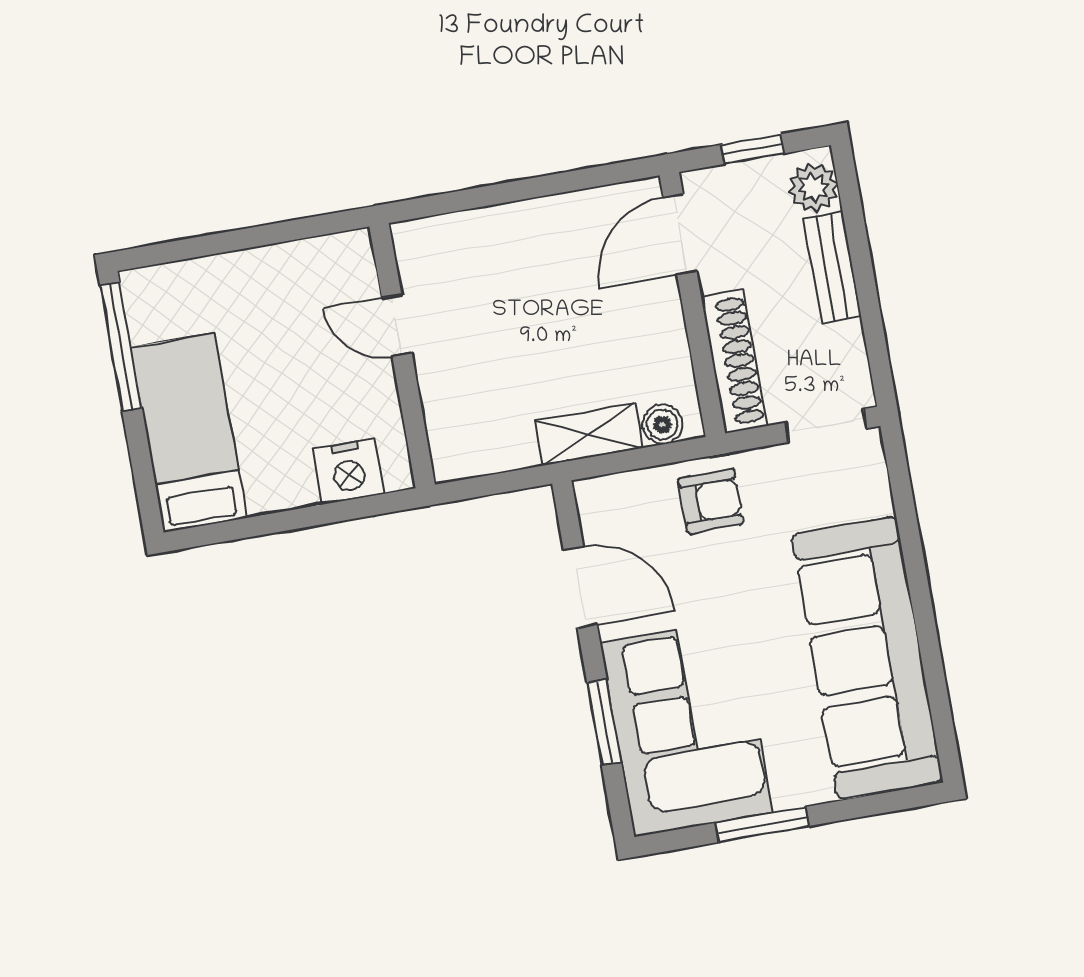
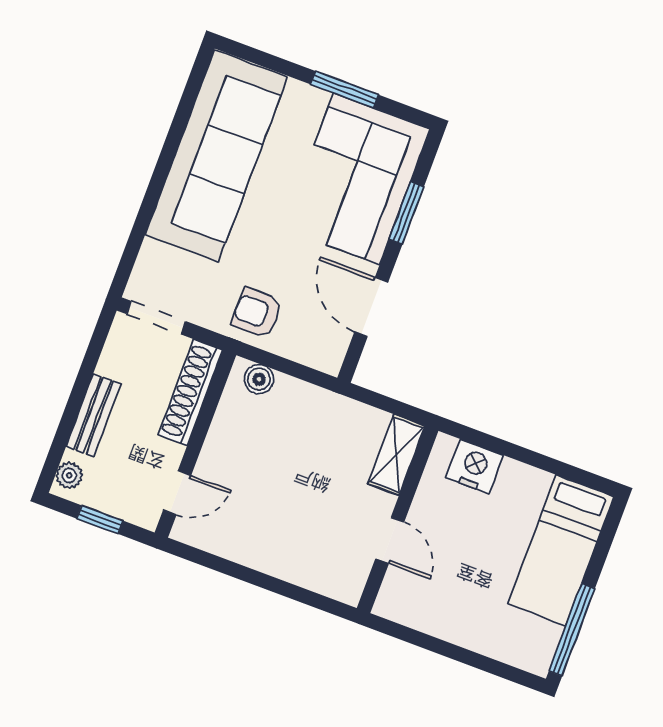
plant: (813, 188) -> (69, 475), width x0.73, depth x0.73
door: (680, 234) -> (177, 493), width x0.73
shelving: (589, 434) -> (396, 455), moved, turned 90

